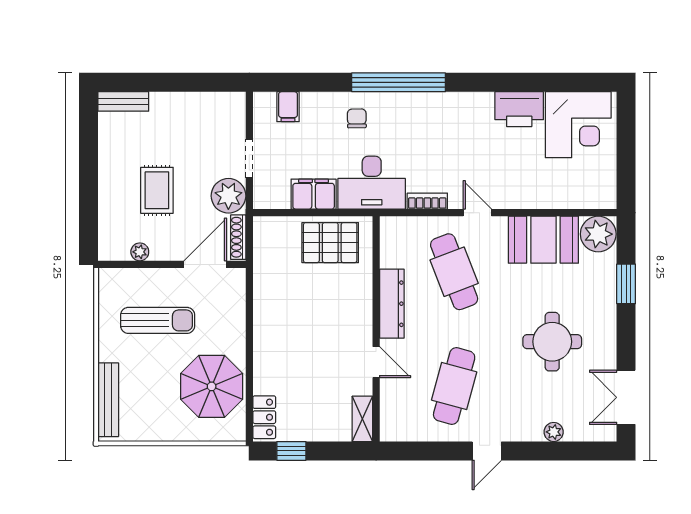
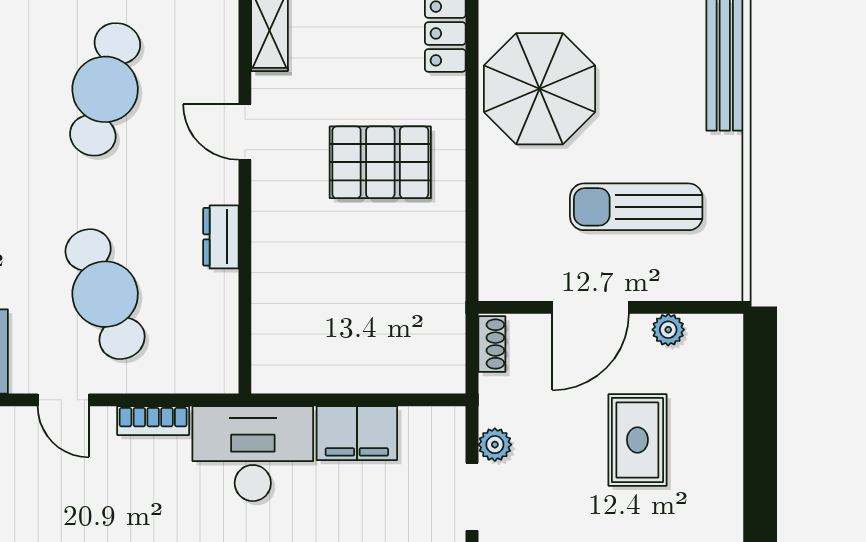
plant: (228, 196) -> (495, 445), width x0.53, depth x0.53
shoe rack: (238, 237) -> (492, 344), width x0.70
pallet: (330, 243) -> (380, 162), moved
door: (205, 264) -> (591, 307), moved
dresser: (392, 304) -> (221, 237), width x0.51, depth x0.80

